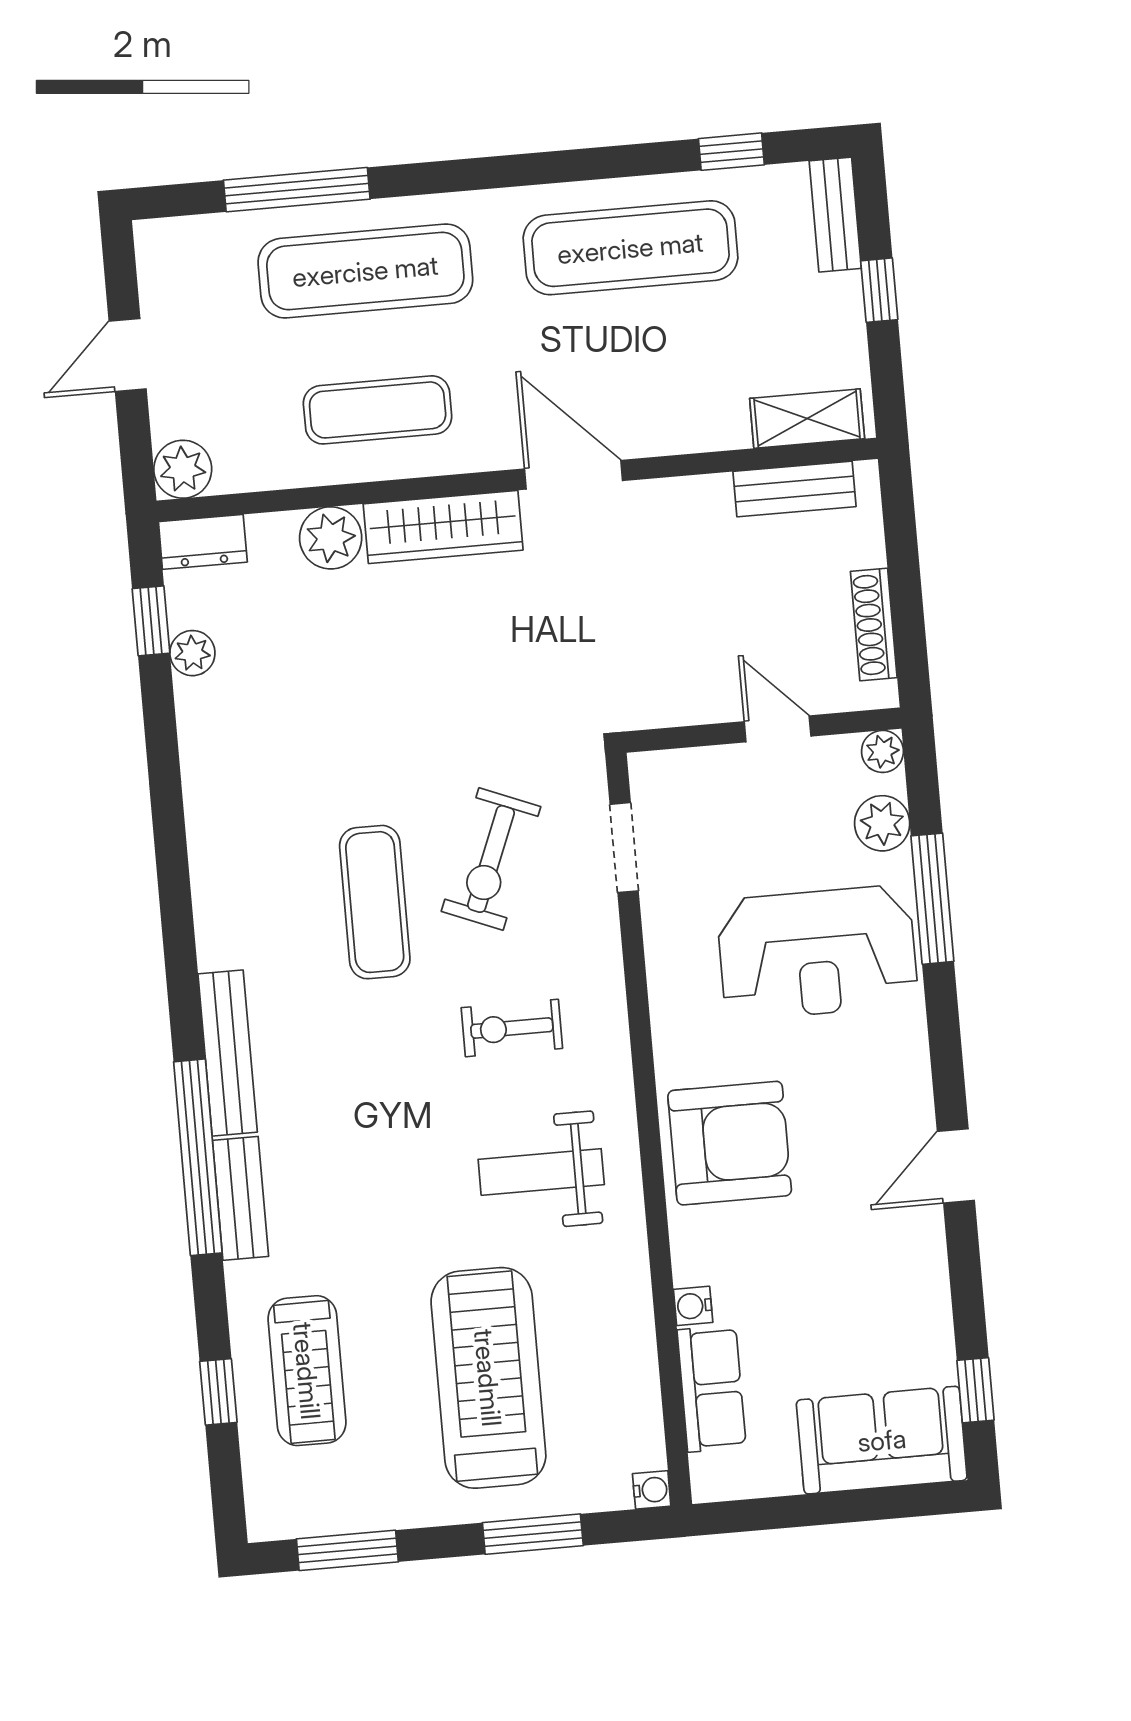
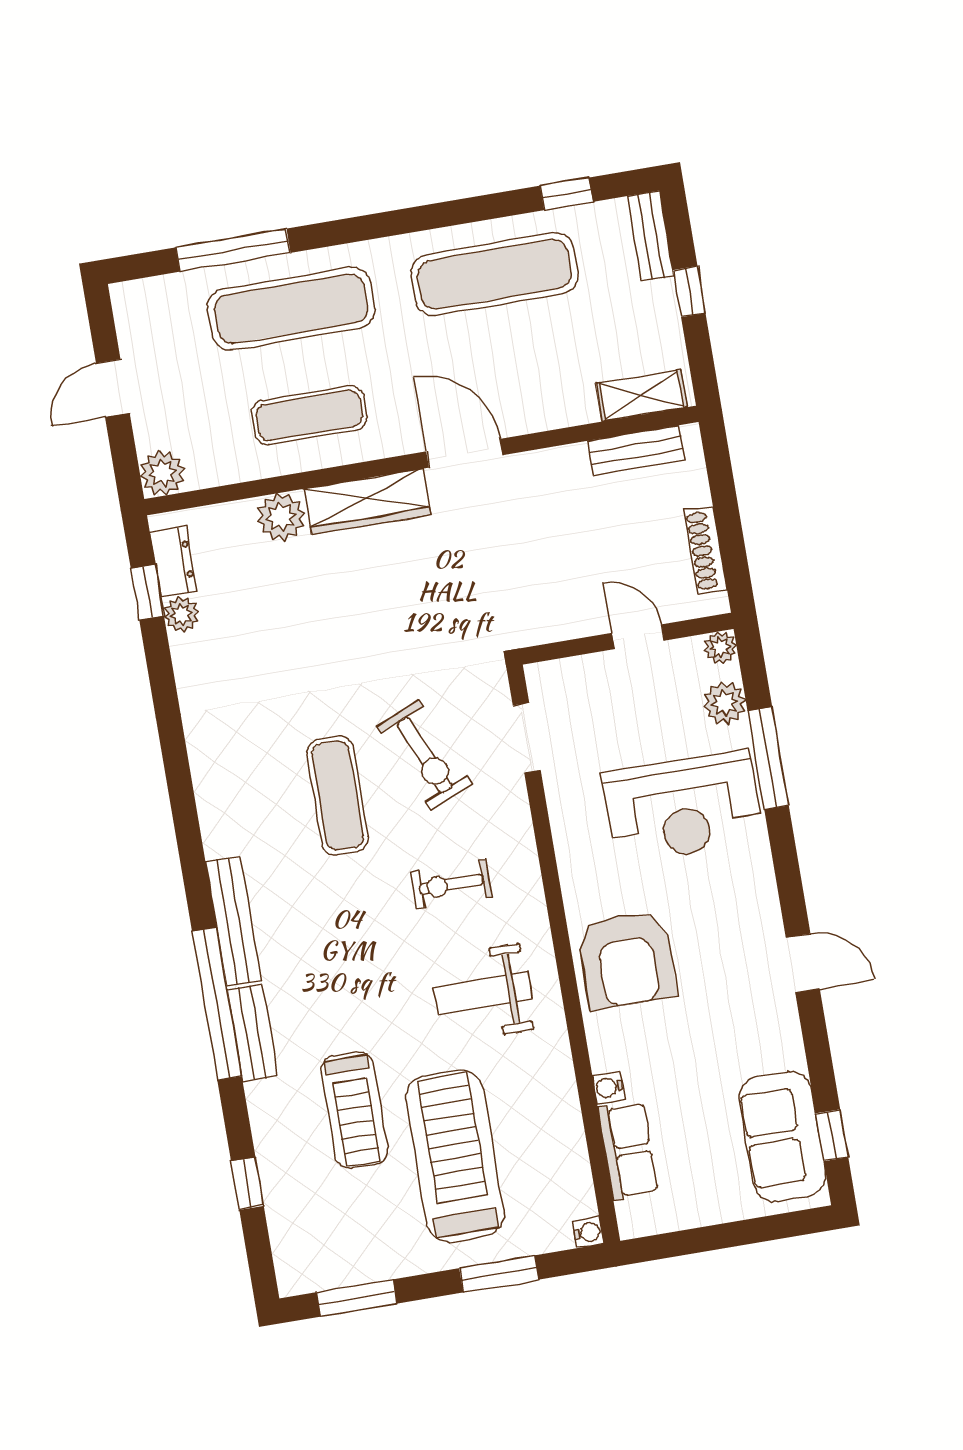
dresser: (203, 542) -> (173, 561), moved, turned -90
exercise bike: (491, 859) -> (425, 755), turned -45
armchair: (730, 1143) -> (627, 960), turned 90
door: (956, 1166) -> (803, 963), swing flipped
treadmill: (307, 1371) -> (354, 1110), moved
sofa: (882, 1440) -> (782, 1136), moved, turned -90

